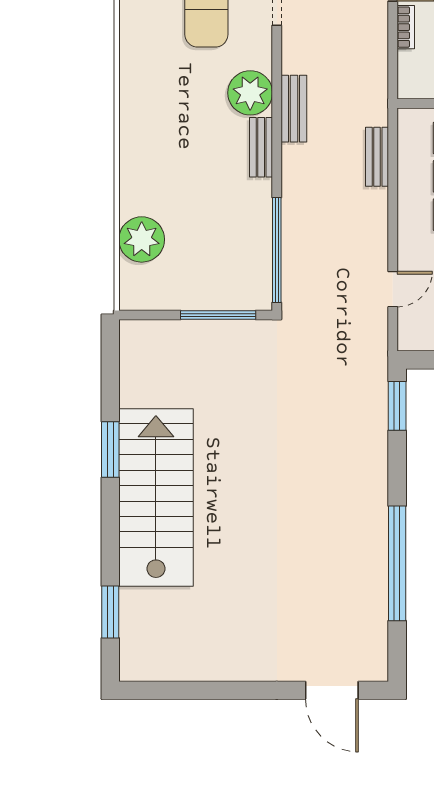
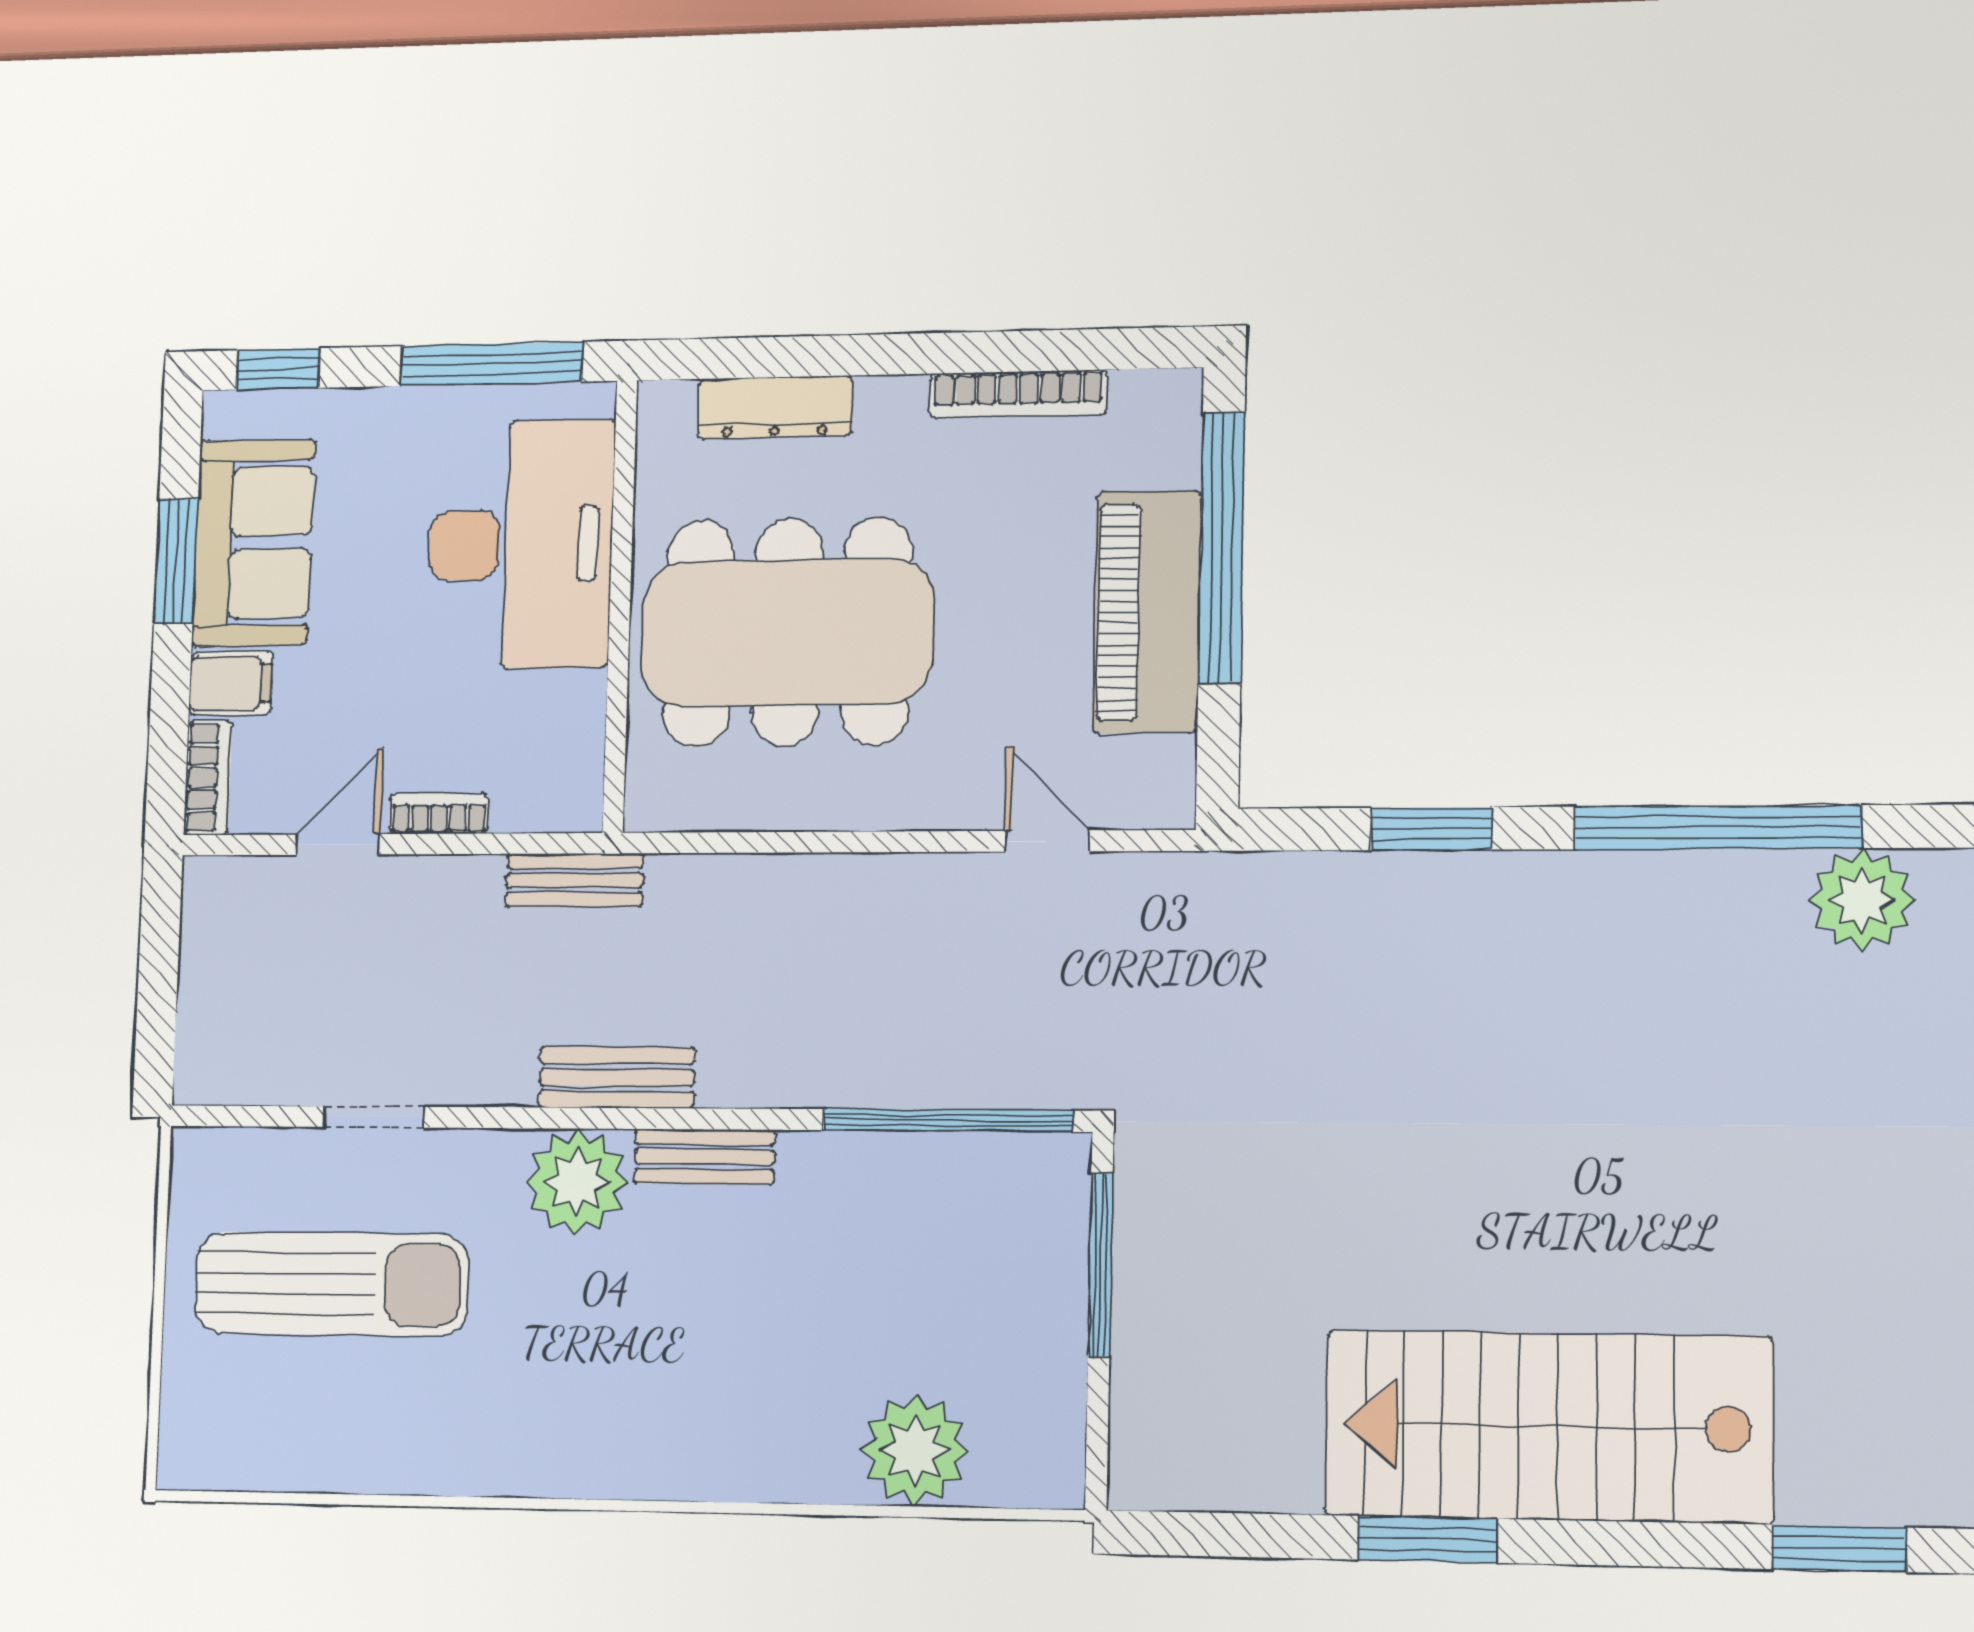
bench: (377, 157) -> (575, 880), moved
window: (397, 406) -> (1431, 829), moved
plant: (367, 621) -> (1862, 900), added

